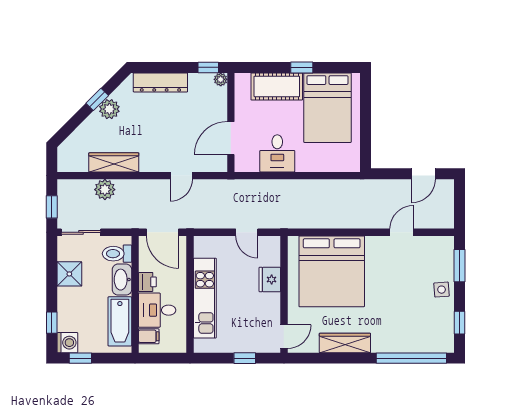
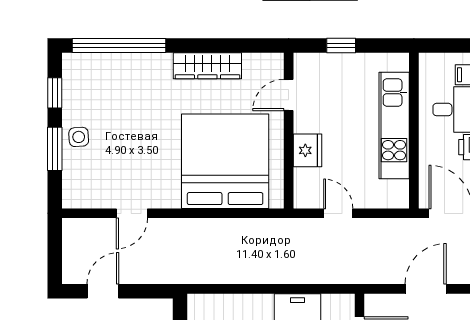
door: (181, 176) -> (426, 289), width x1.38
window: (459, 266) -> (55, 149), moved
door: (284, 337) -> (289, 95), moved

